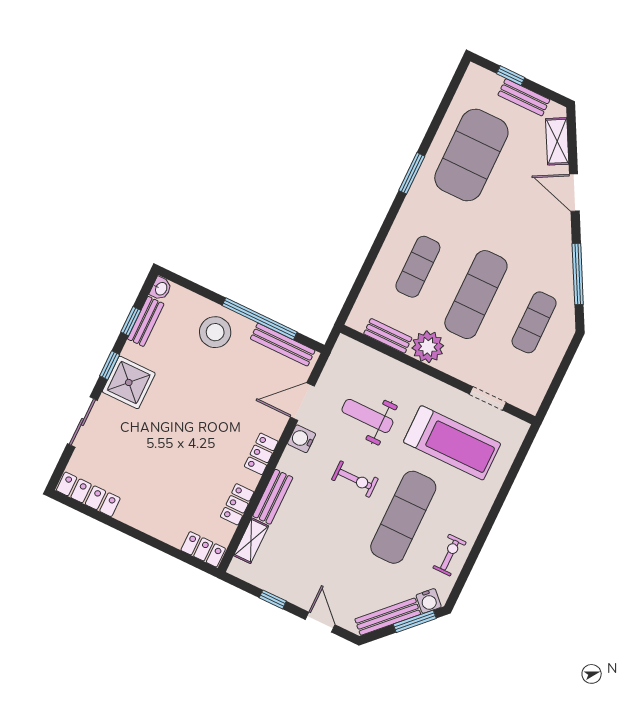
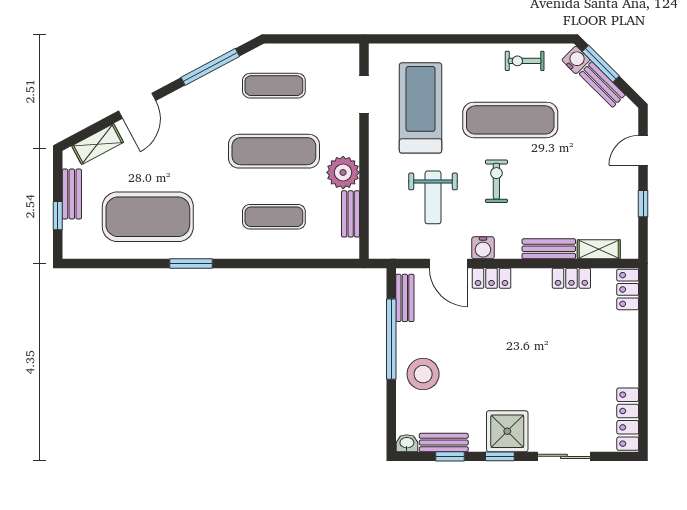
bench: (283, 345) -> (405, 298), width x0.73
locker: (261, 454) -> (492, 278), moved
bench: (388, 617) -> (602, 84), width x0.73

